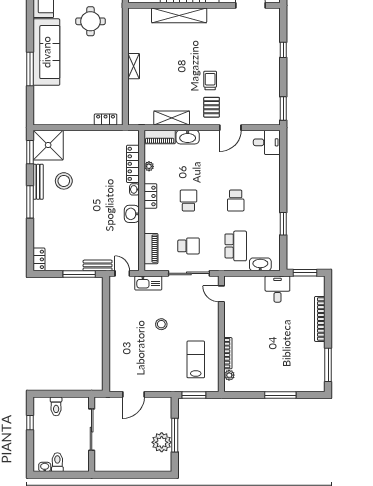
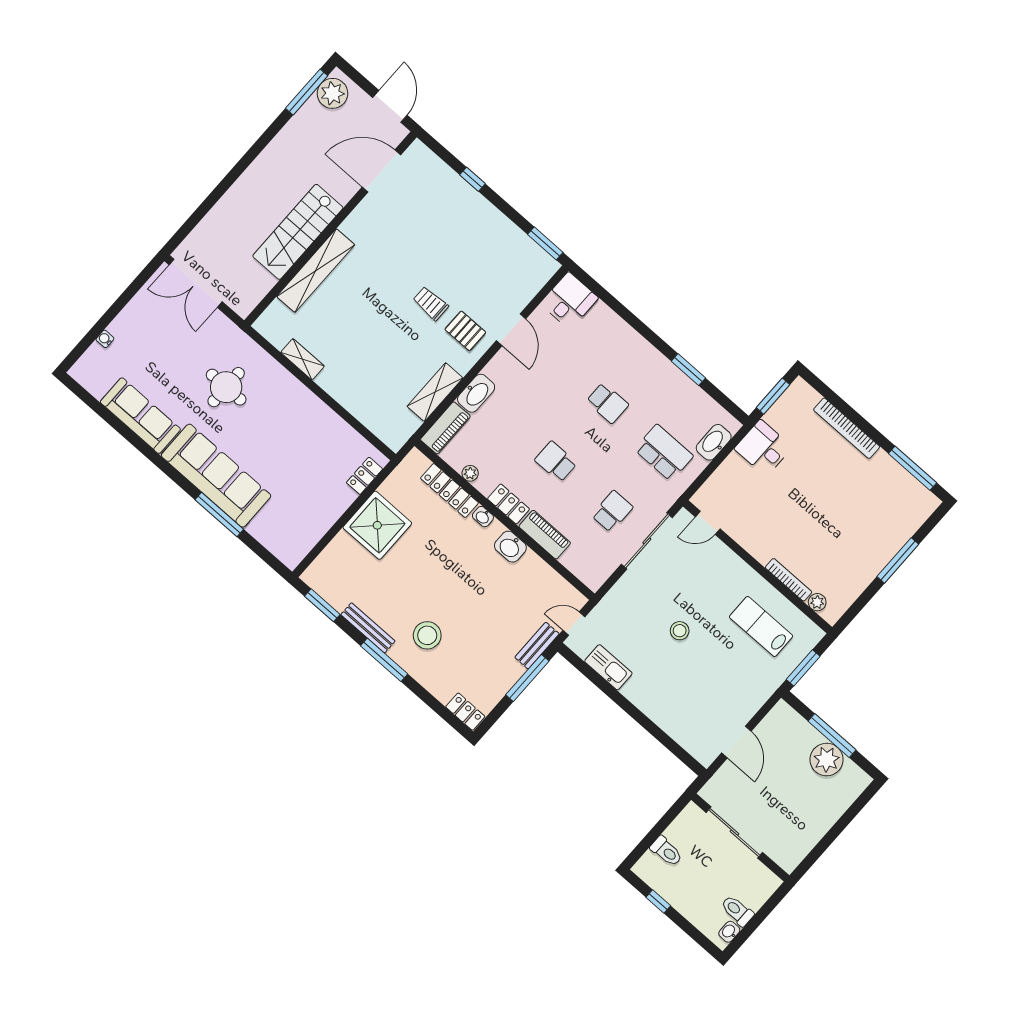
shelving: (134, 66) -> (303, 359), moved
shower: (48, 145) -> (377, 525), moved
stool: (64, 181) -> (427, 635), moved
piano: (151, 249) -> (545, 535), moved
kitchen sink: (148, 283) -> (608, 667), moved, turned -90

